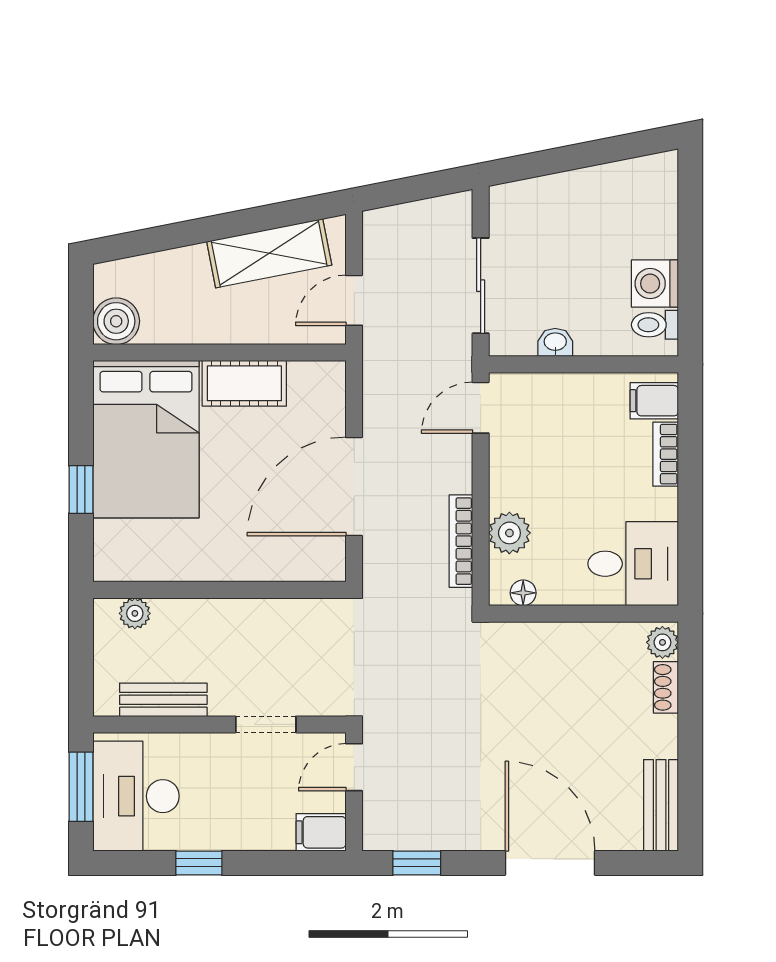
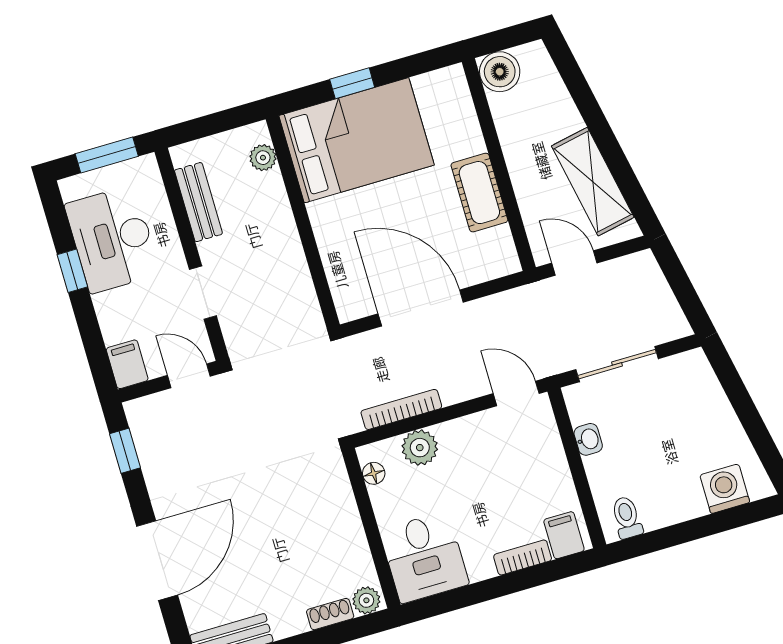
washing machine: (655, 284) -> (725, 489), moved
bed: (146, 439) -> (357, 140), moved, turned 180
desk: (136, 796) -> (112, 239), moved, turned -90

